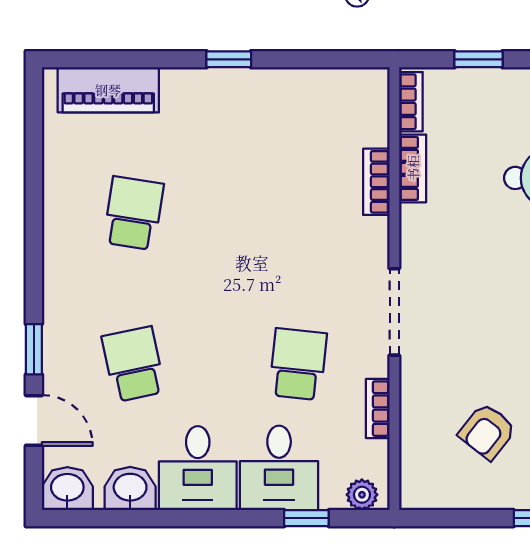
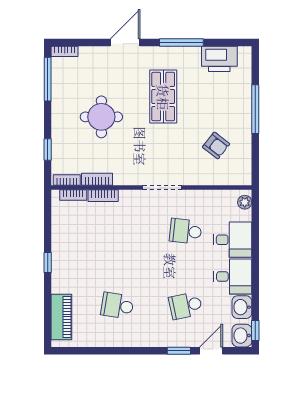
bookcase: (378, 409) -> (73, 195), moved
window: (306, 518) -> (255, 331), moved

